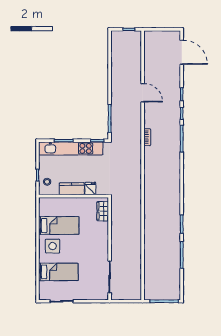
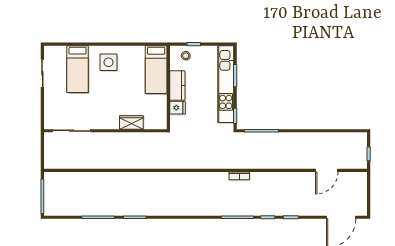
door: (143, 93) -> (327, 170), moved
wardrobe: (103, 211) -> (131, 122), moved
bed: (59, 226) -> (156, 70), moved

